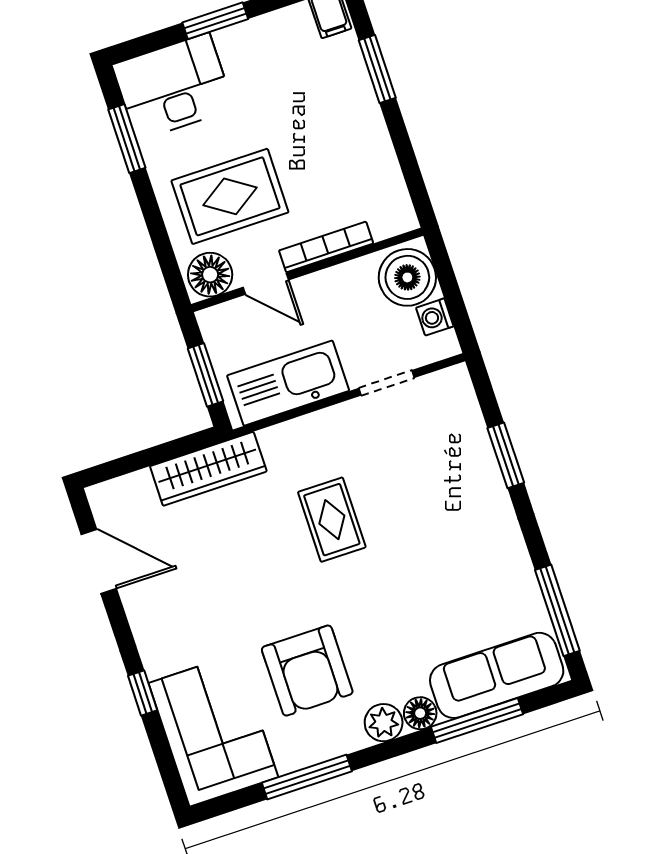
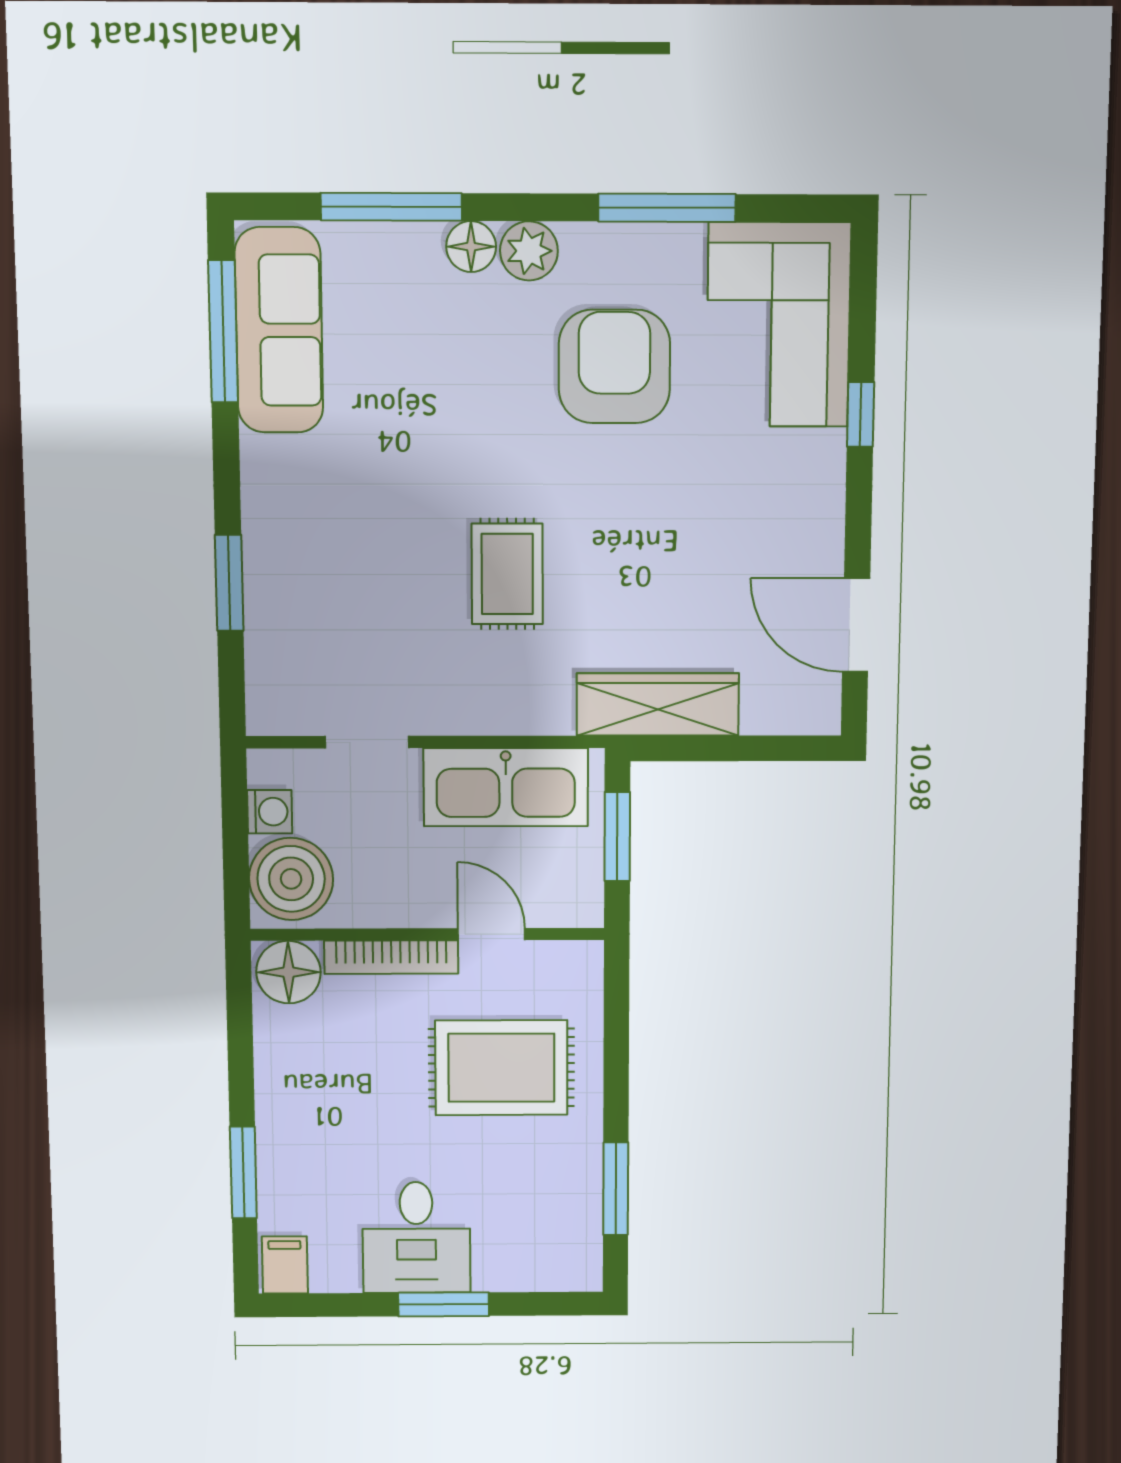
desk: (173, 87) -> (416, 1237), moved, width x0.73
floor lamp: (210, 275) -> (288, 972), moved
sofa: (497, 675) -> (279, 330), moved, turned -90

